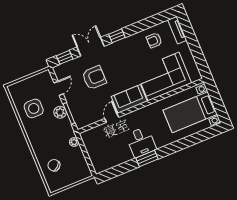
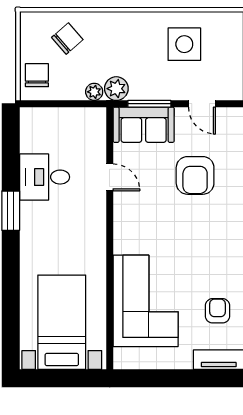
sofa: (129, 99) -> (144, 125), moved, turned 90
plant: (60, 112) -> (116, 89), moved
desk: (141, 142) -> (45, 177), moved
chair: (77, 173) -> (37, 75), added

